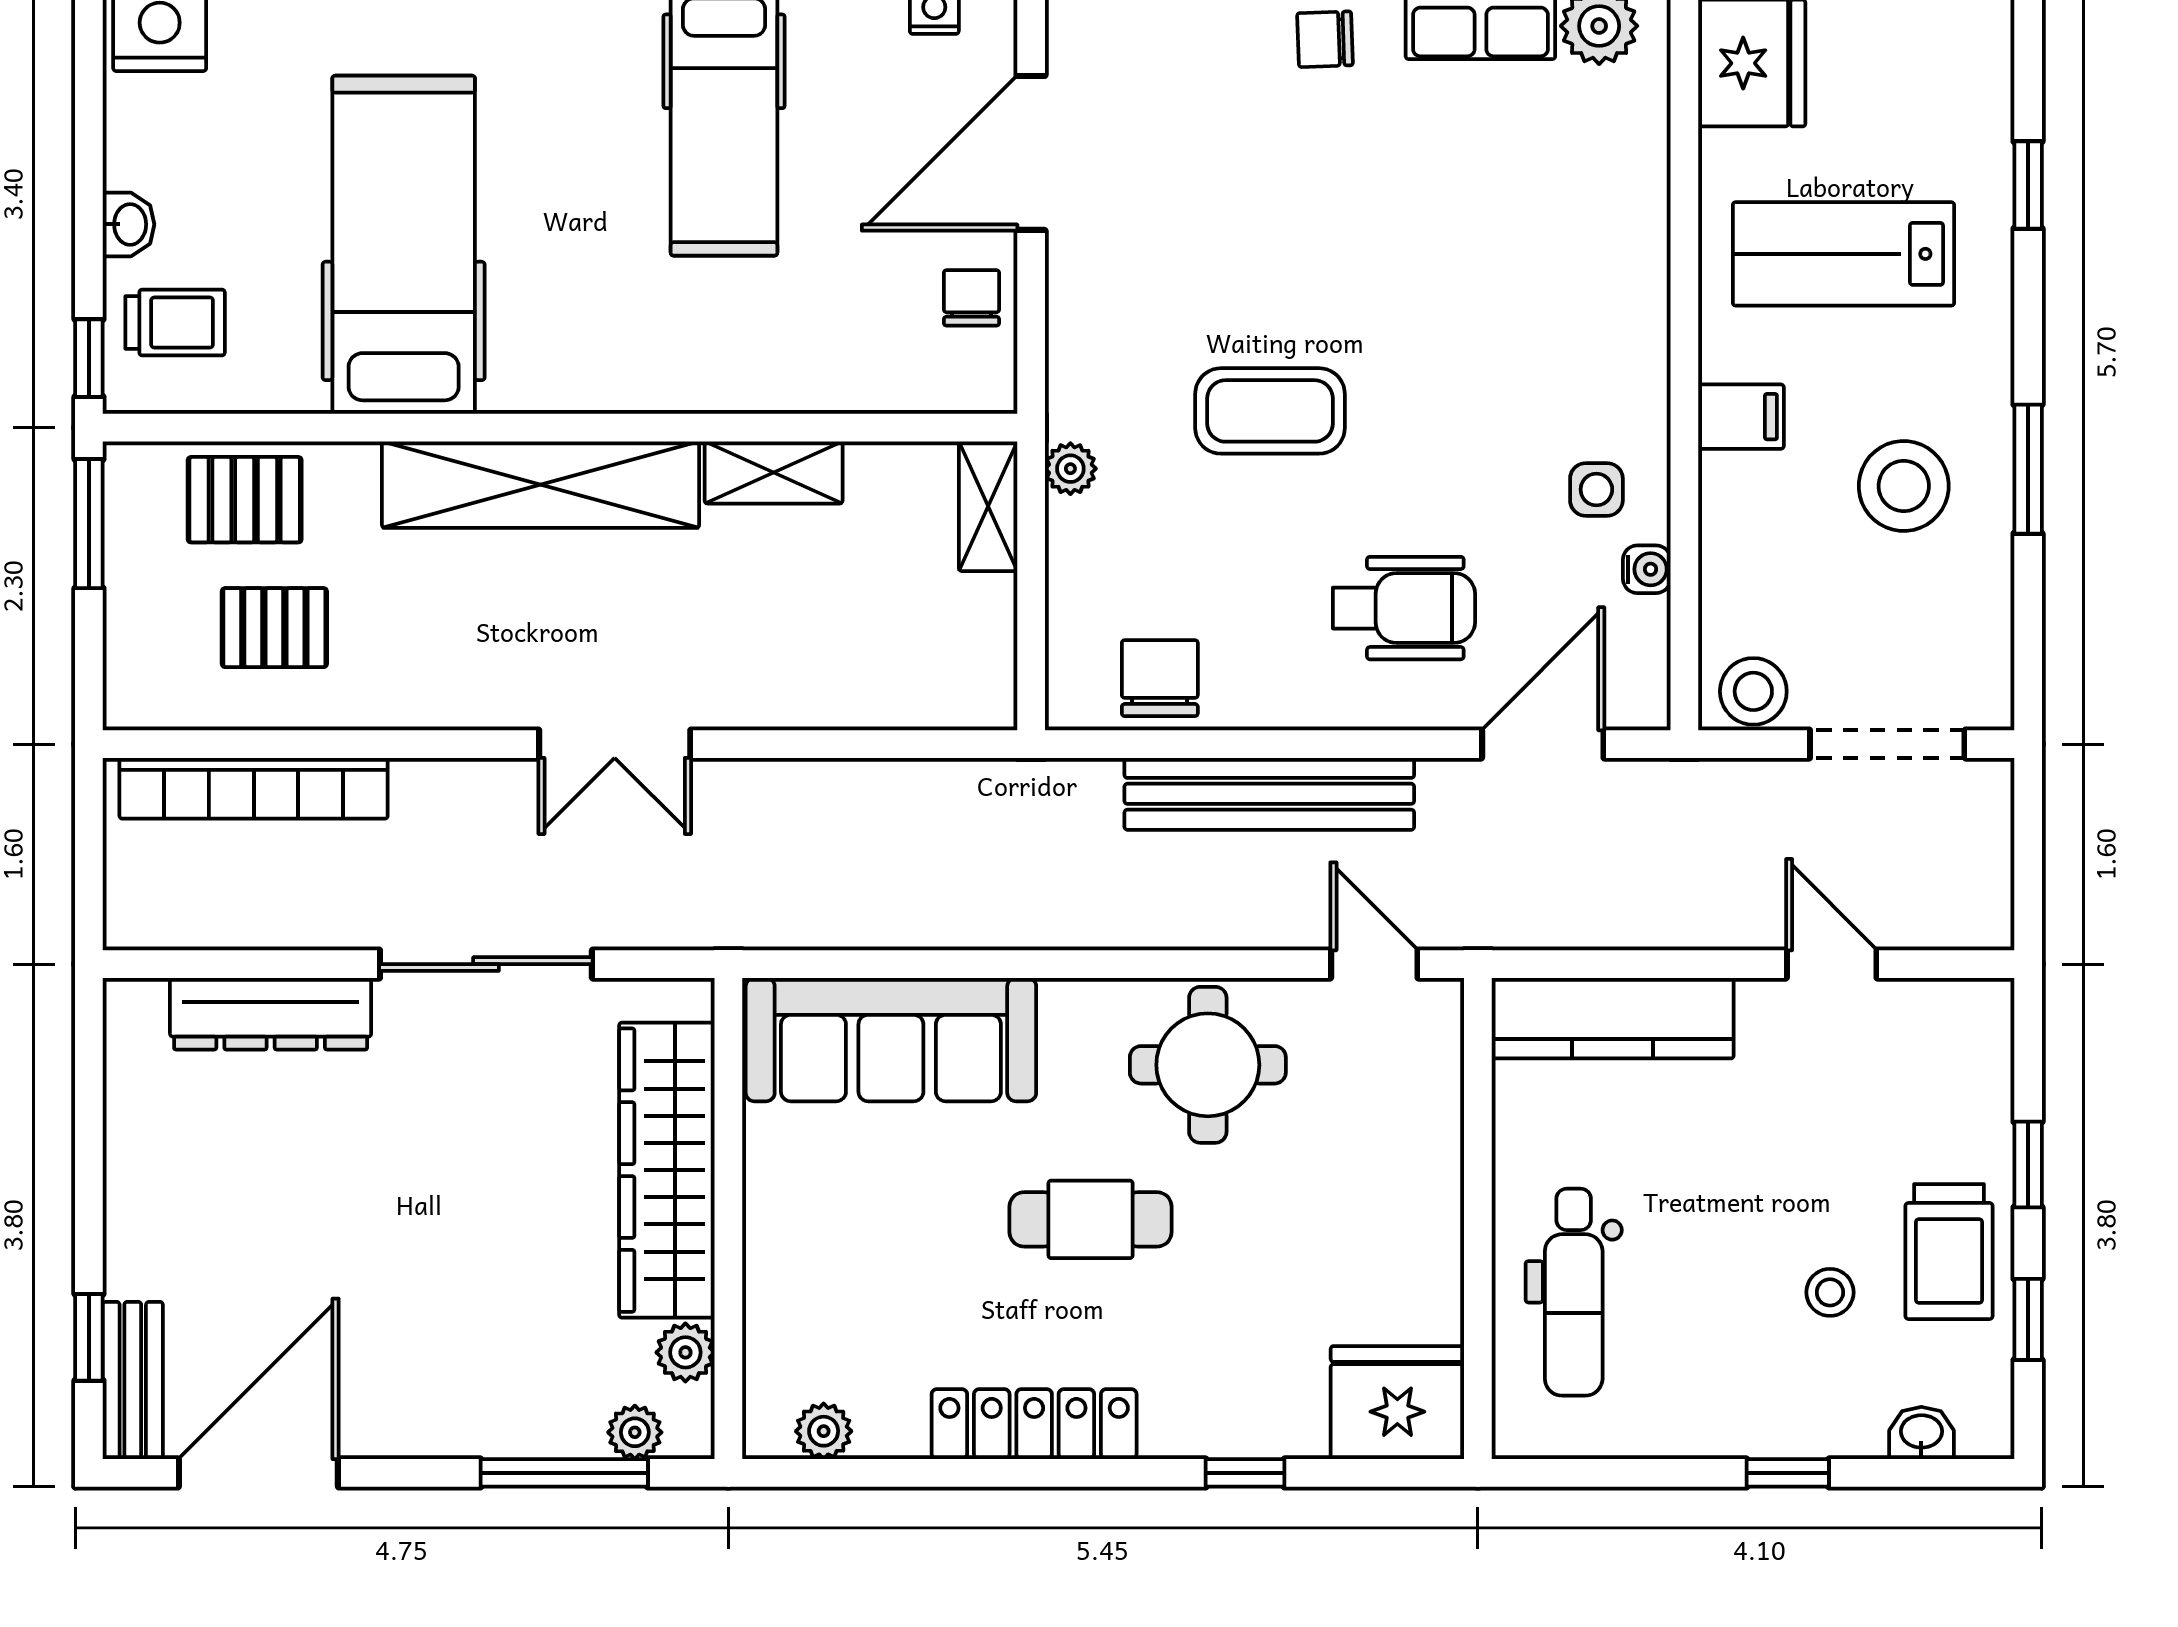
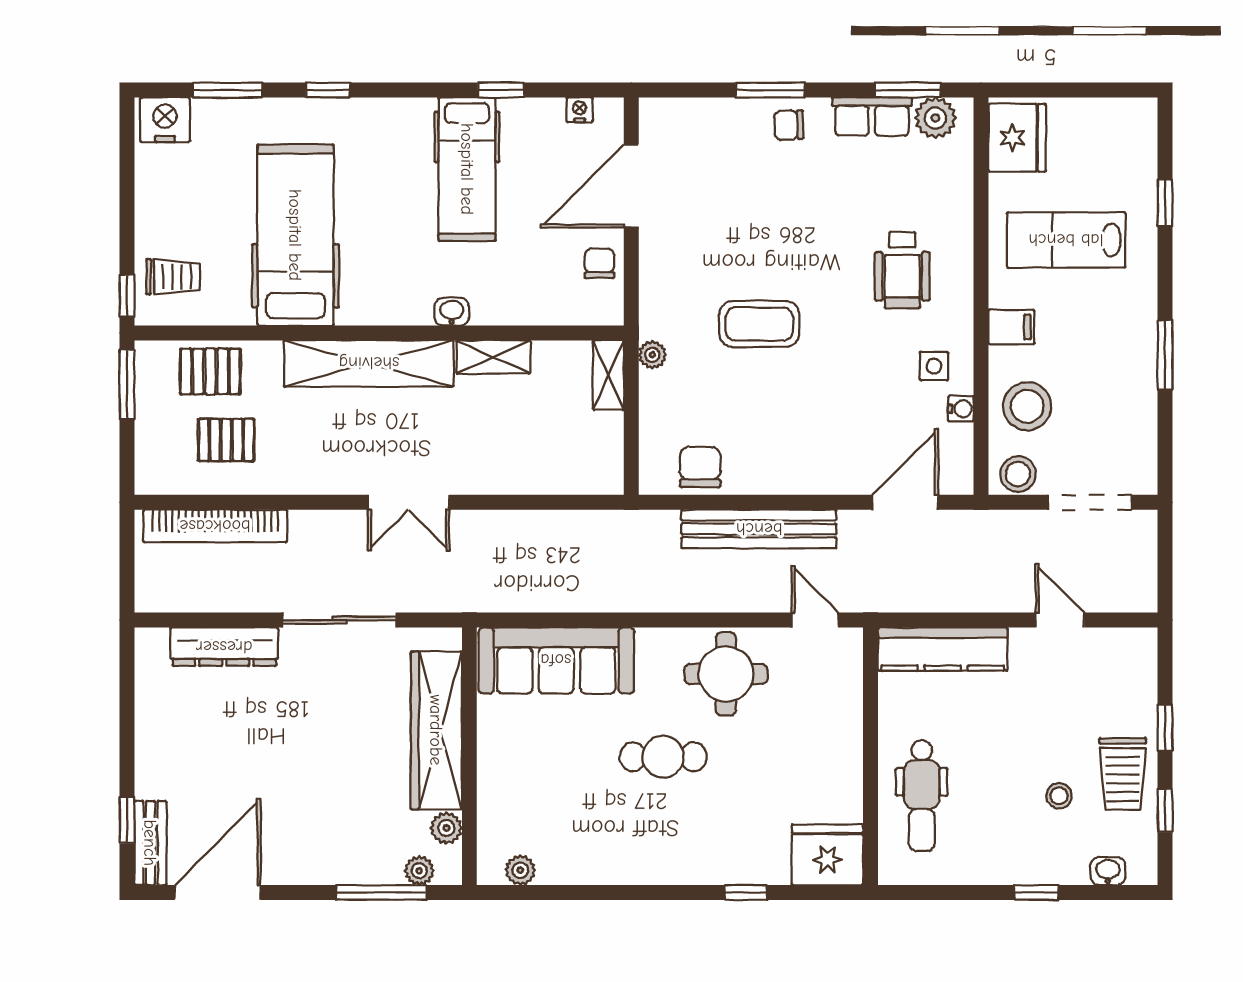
washbasin: (129, 224) -> (452, 312), moved, turned -90
stool: (1904, 486) -> (1027, 406), moved
wheelchair: (1404, 608) -> (902, 270), moved, turned 90
locker: (1034, 1424) -> (633, 866), removed

